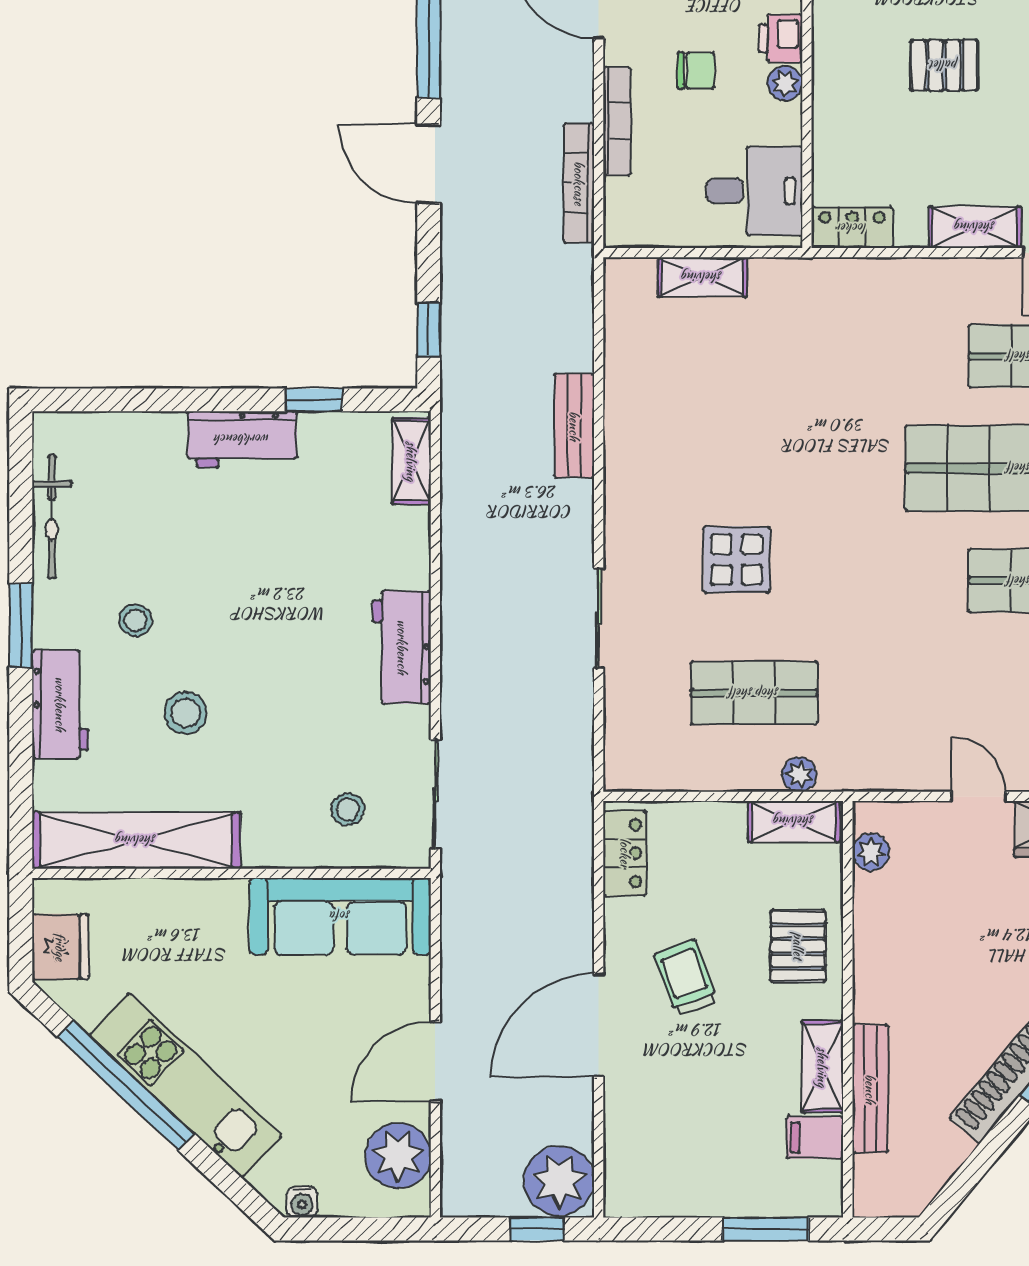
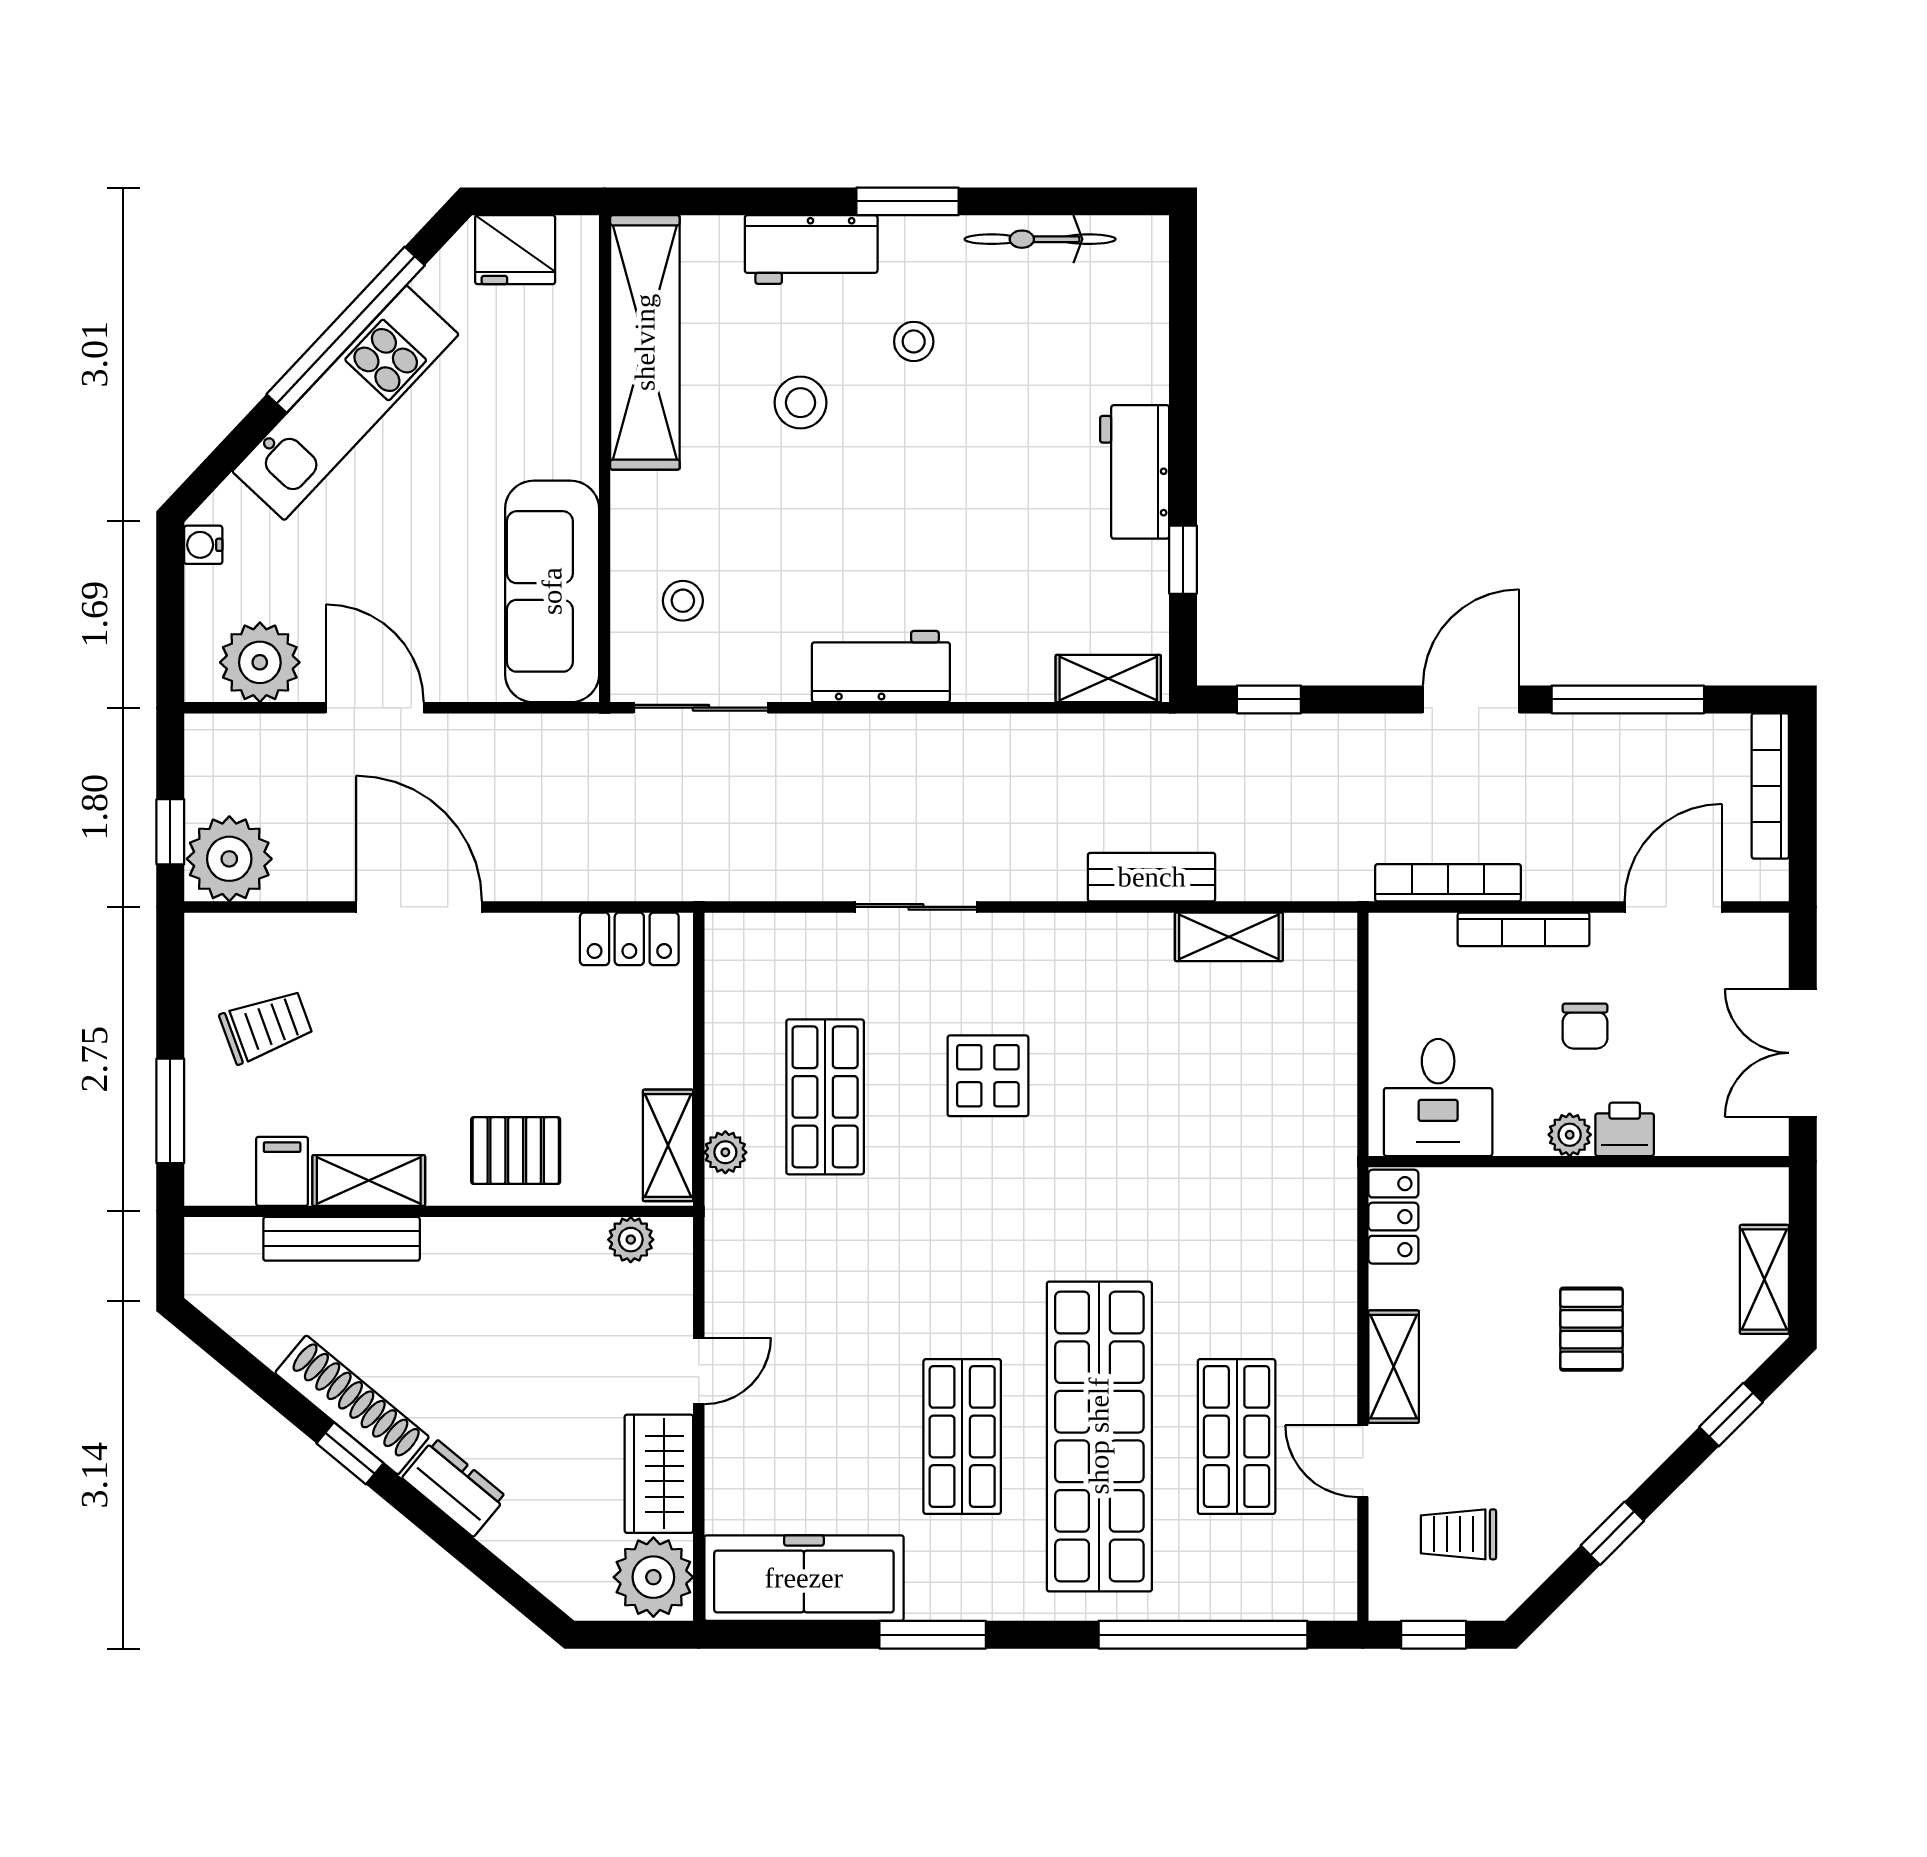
shelving: (702, 277) -> (1229, 937), moved, turned 90
trolley: (686, 978) -> (266, 1026), moved

